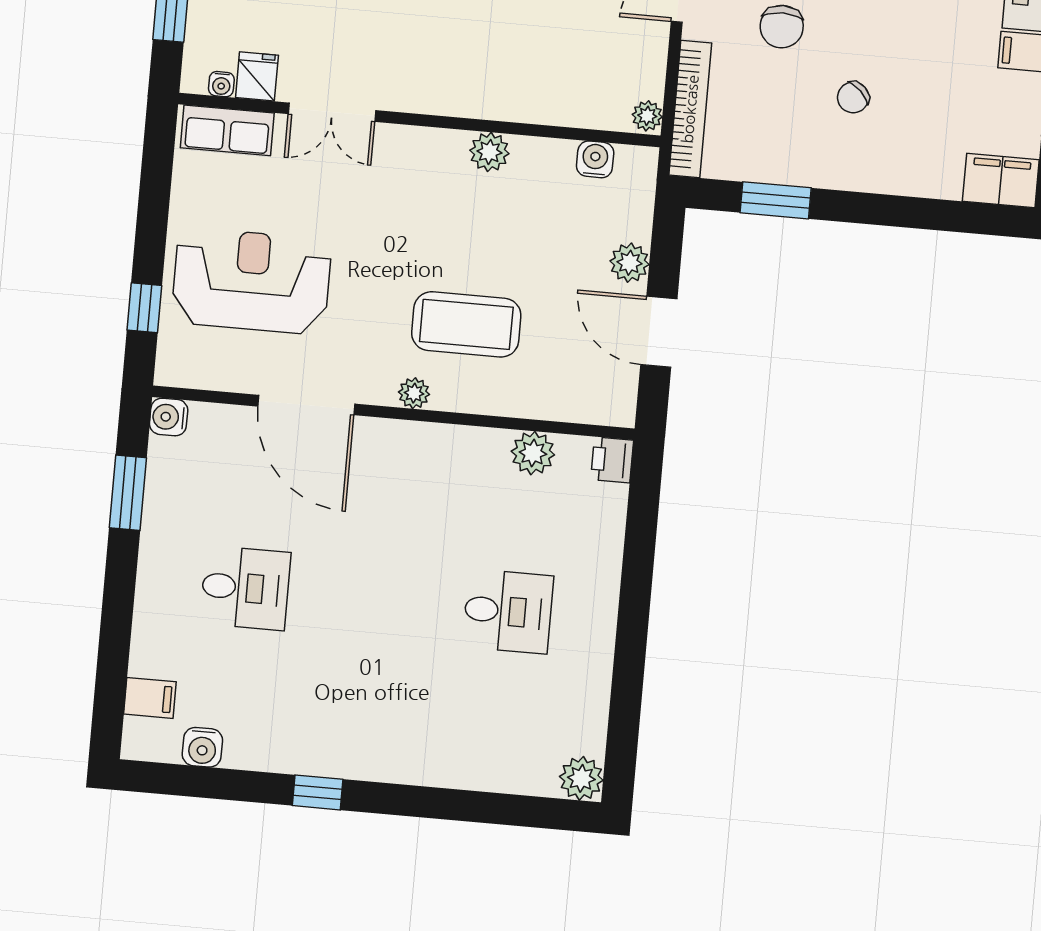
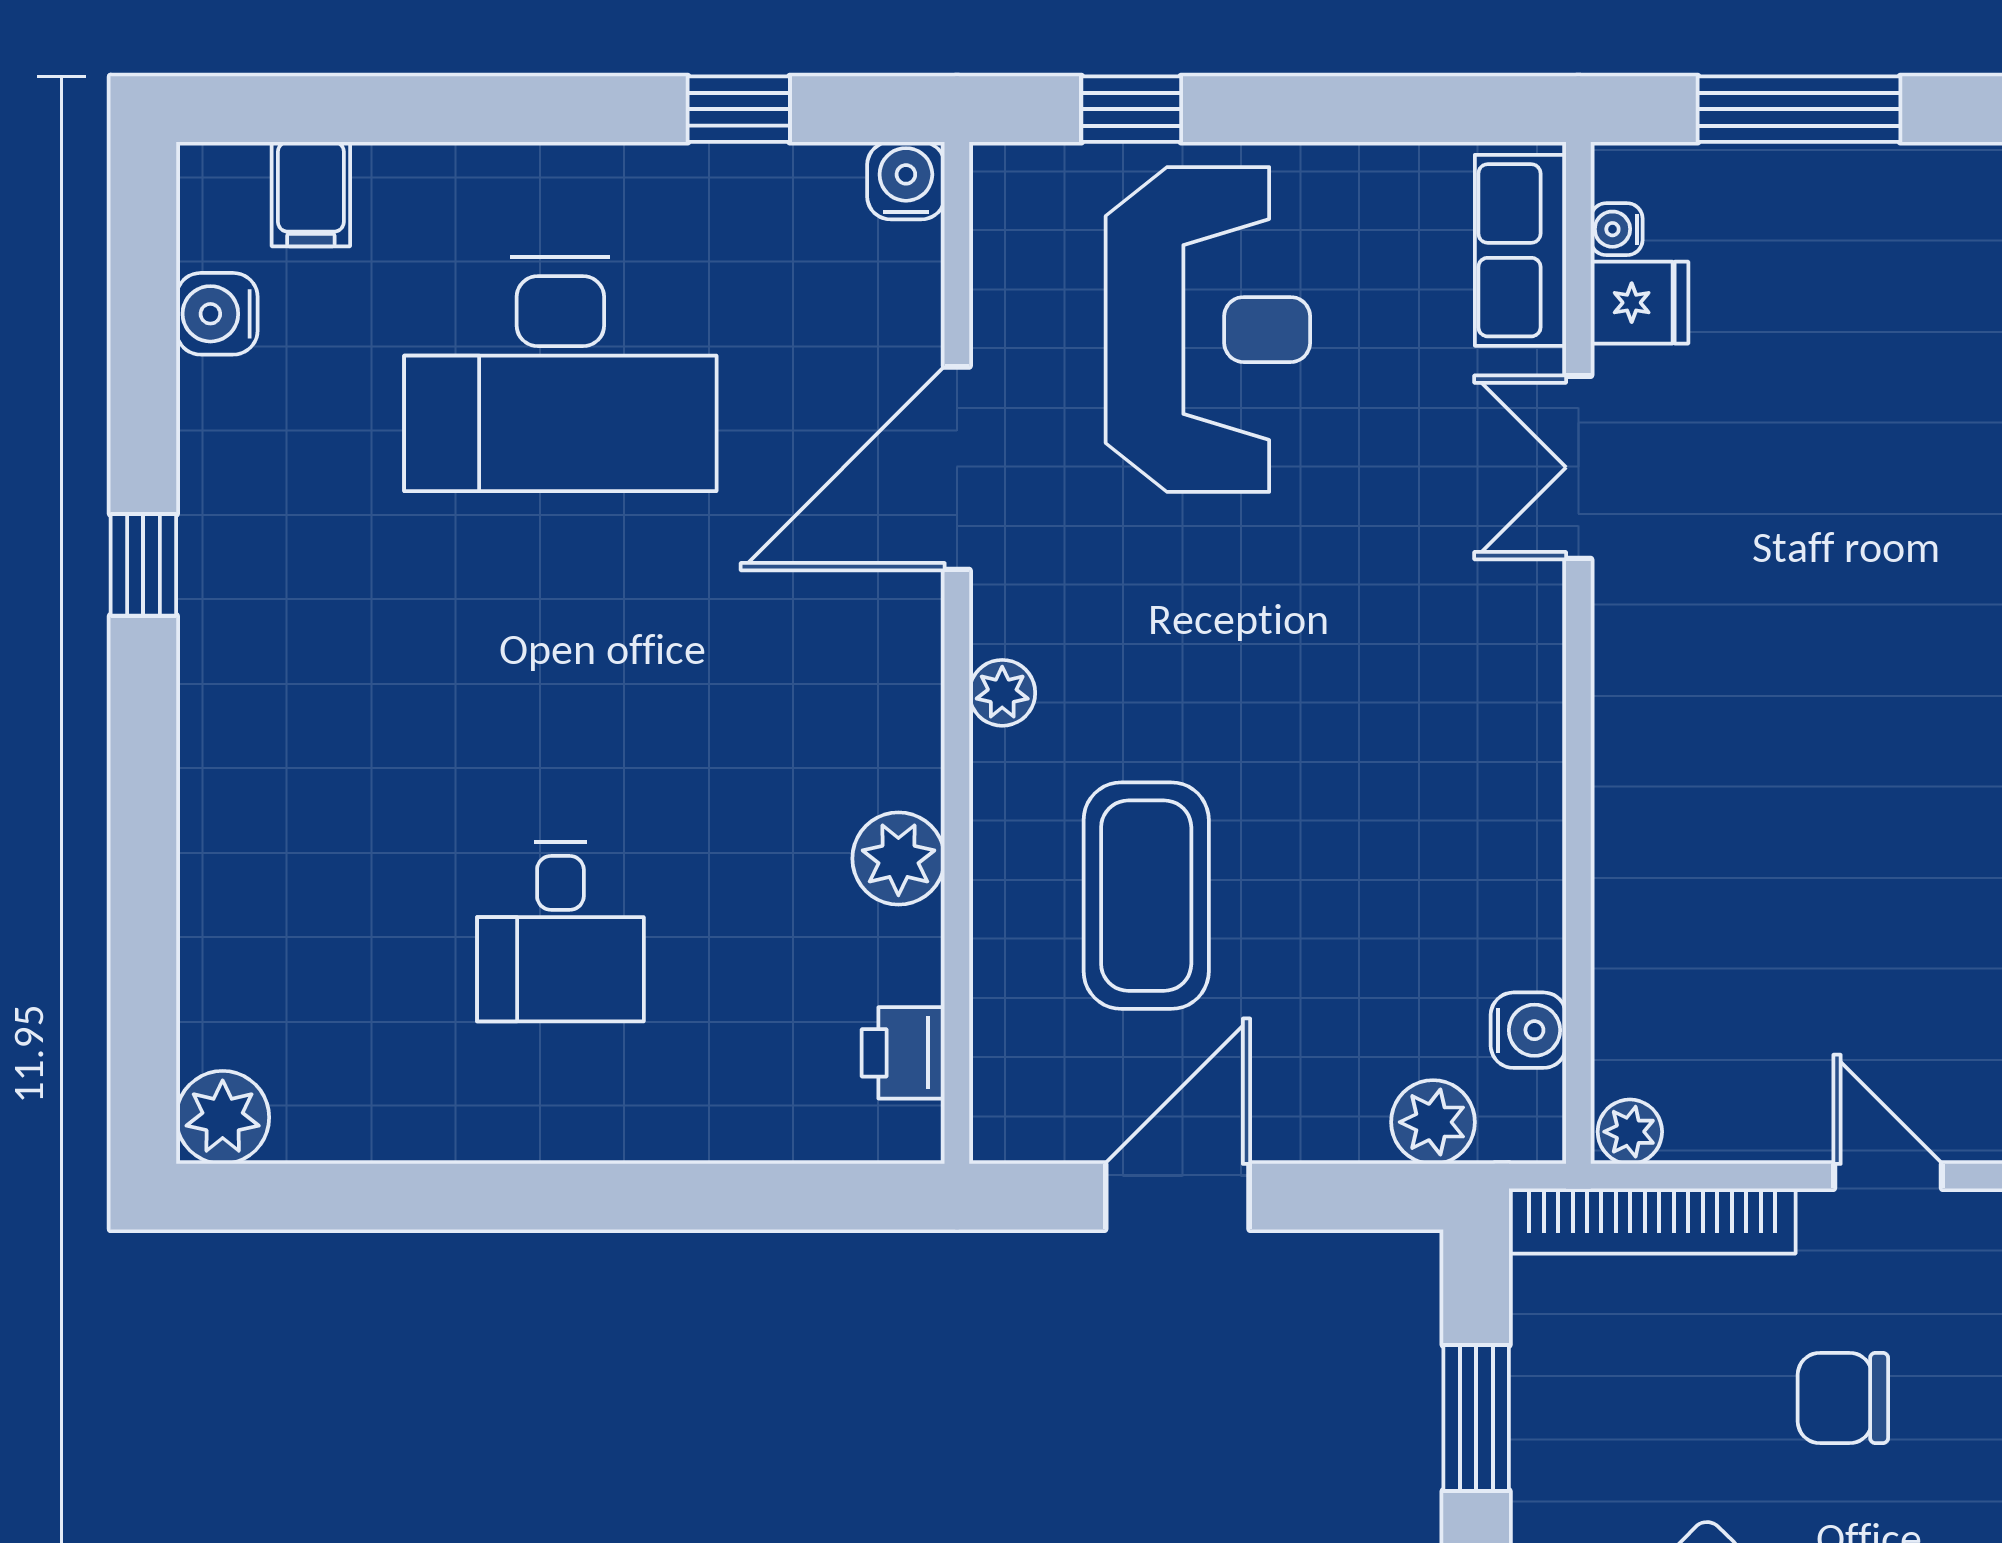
plant: (489, 152) -> (1524, 806), removed
plant: (630, 263) -> (1433, 1122), moved
coffee table: (466, 324) -> (1146, 896), moved
plant: (533, 453) -> (898, 859), moved
printer: (612, 460) -> (903, 1053), moved, turned -90
window: (128, 493) -> (739, 109), width x0.67
desk: (245, 588) -> (560, 374), width x1.87, depth x1.30

